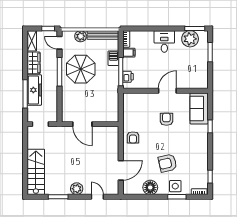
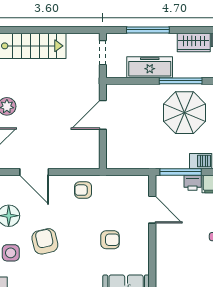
printer: (128, 77) -> (193, 183), moved
freezer: (34, 90) -> (150, 67), moved, turned 180
door: (167, 91) -> (152, 210), moved

